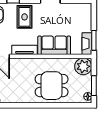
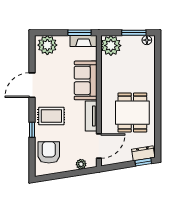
plant: (84, 14) -> (47, 45), added
dining table: (52, 86) -> (132, 113), moved

